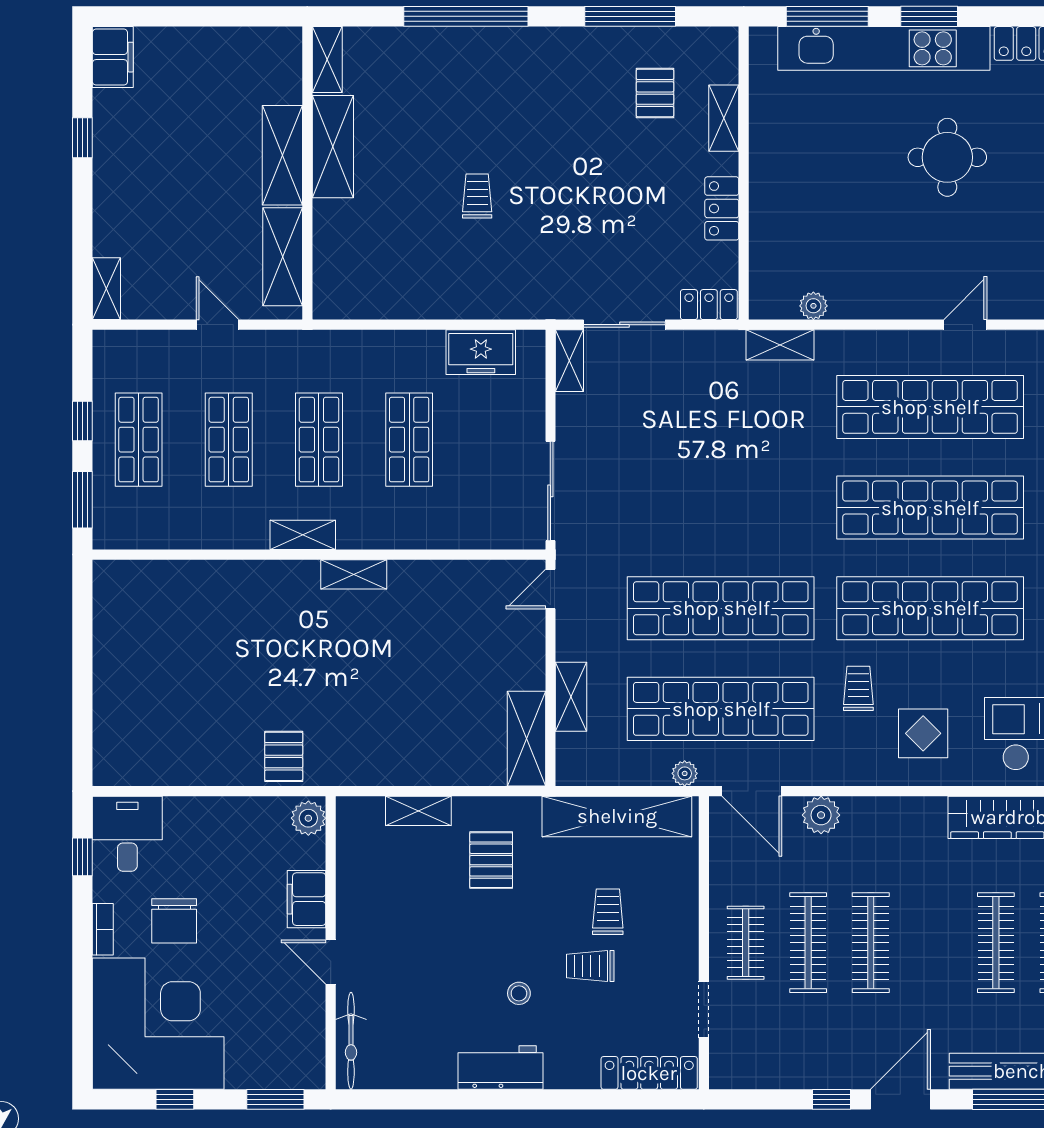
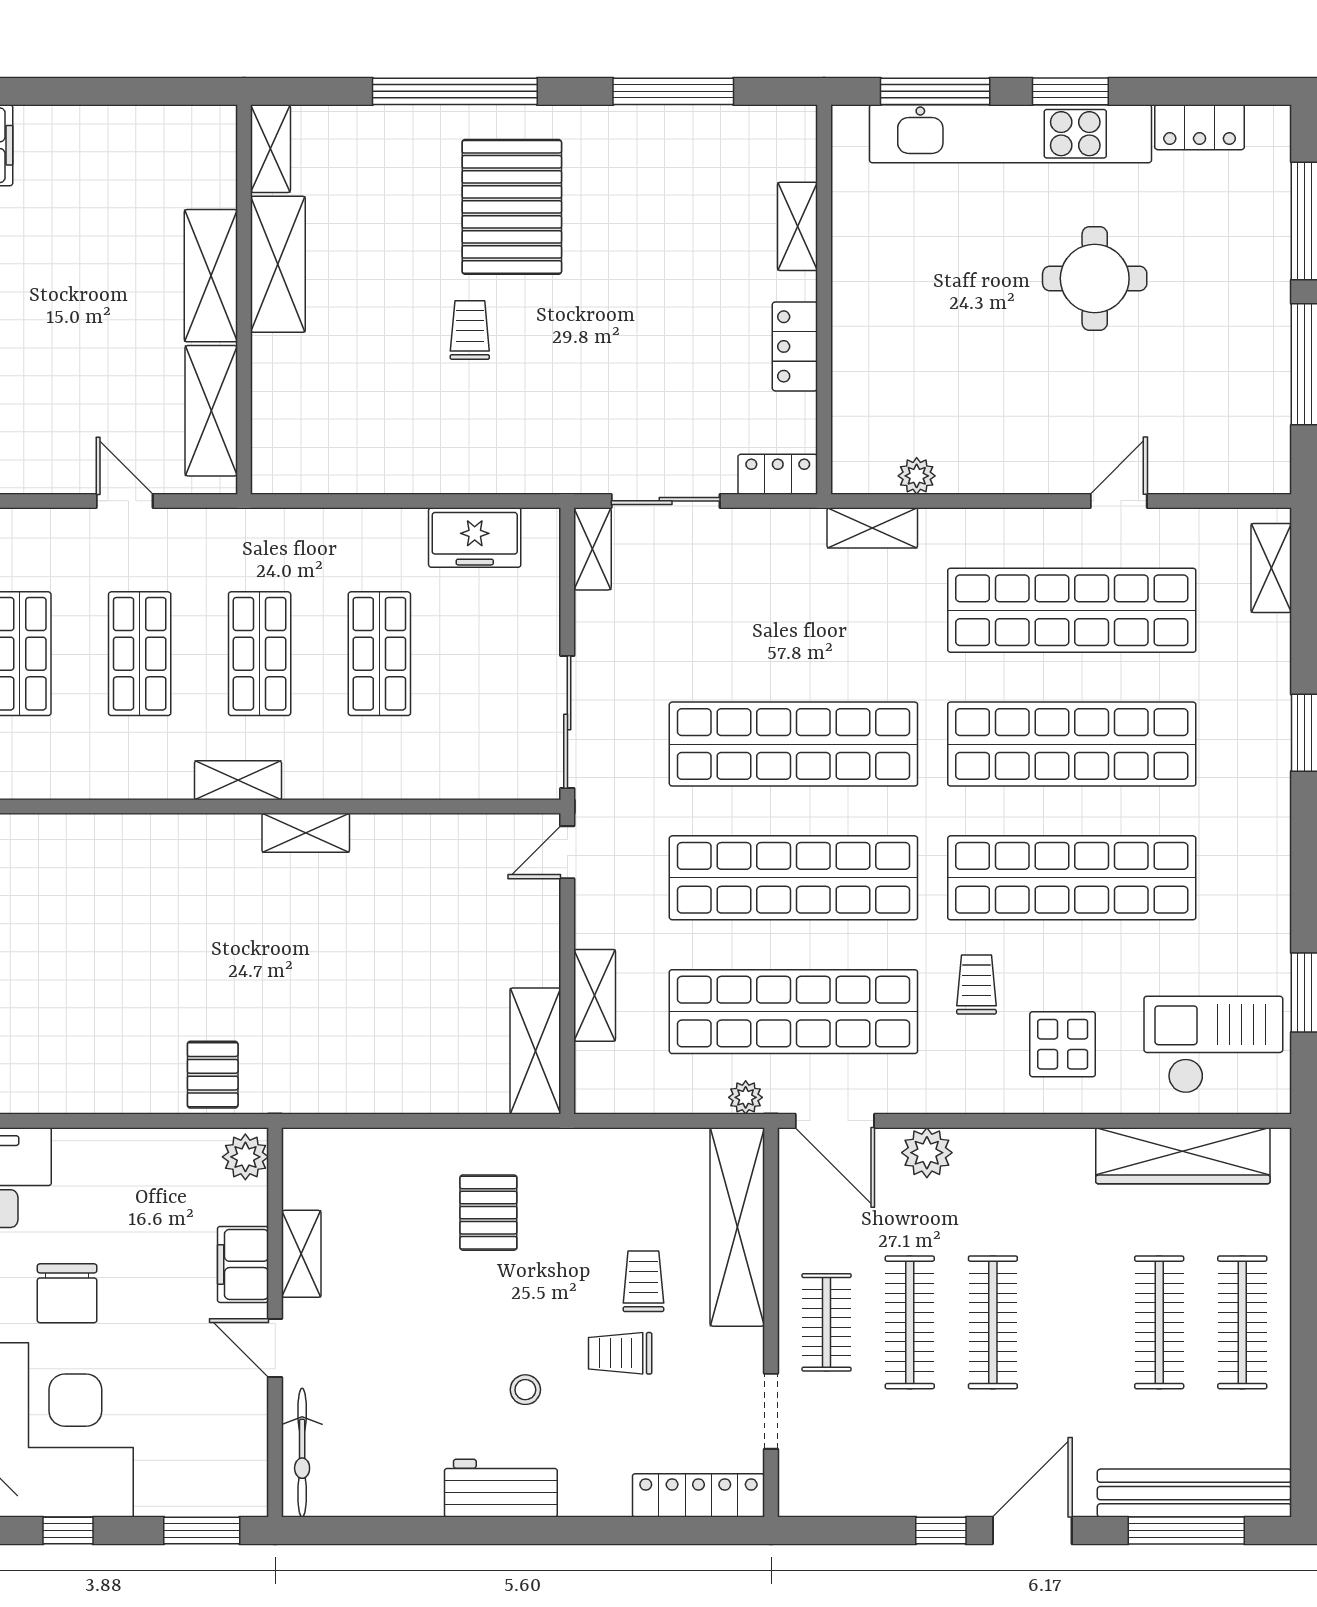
pallet: (655, 93) -> (512, 207), moved, width x2.05, depth x2.00
shop shelf: (721, 508) -> (793, 744), added
shelving: (418, 811) -> (301, 1254), moved, turned 90
shelving: (617, 816) -> (737, 1227), moved, turned 90

